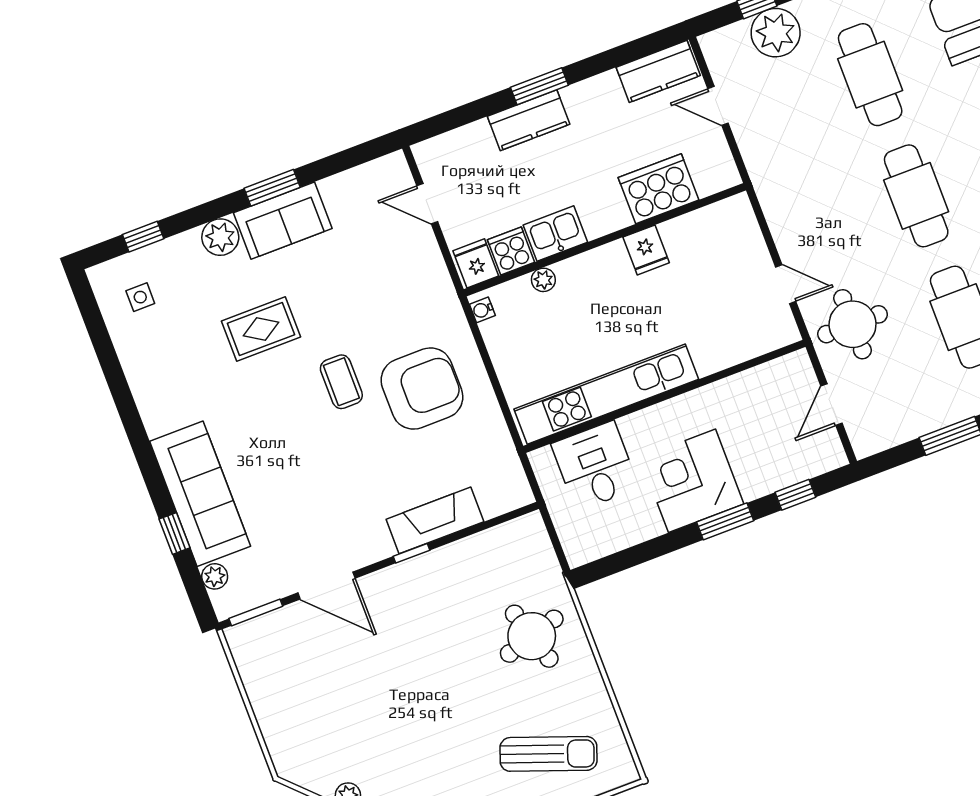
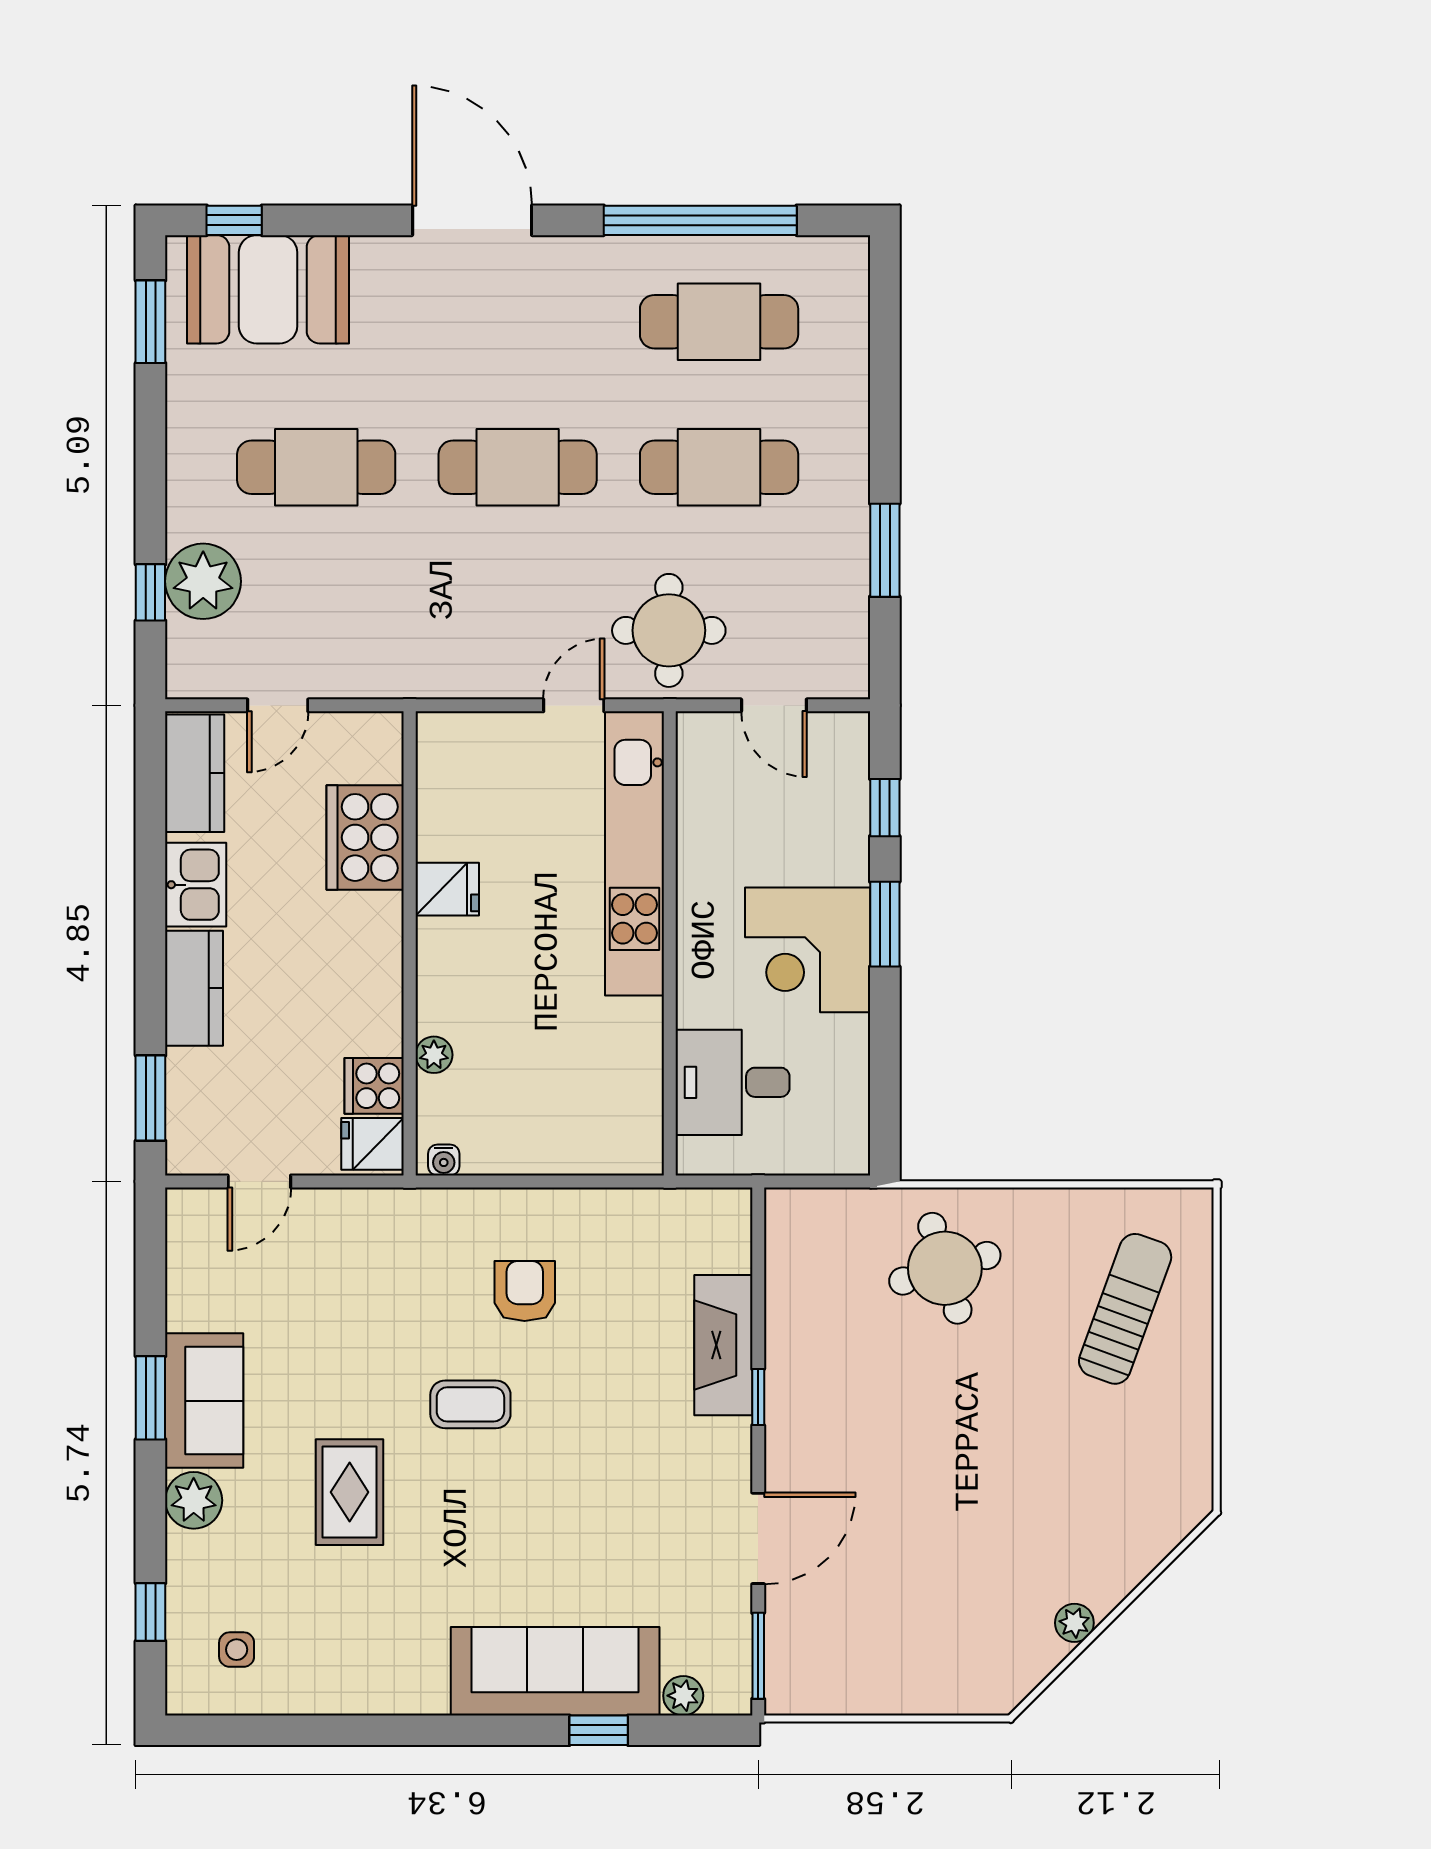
window: (539, 86) -> (150, 1098), moved
kitchen sink: (555, 234) -> (196, 885), moved, turned 180
armchair: (422, 389) -> (525, 1291), width x0.53, depth x0.53
kitchen unit: (606, 394) -> (635, 853), moved

